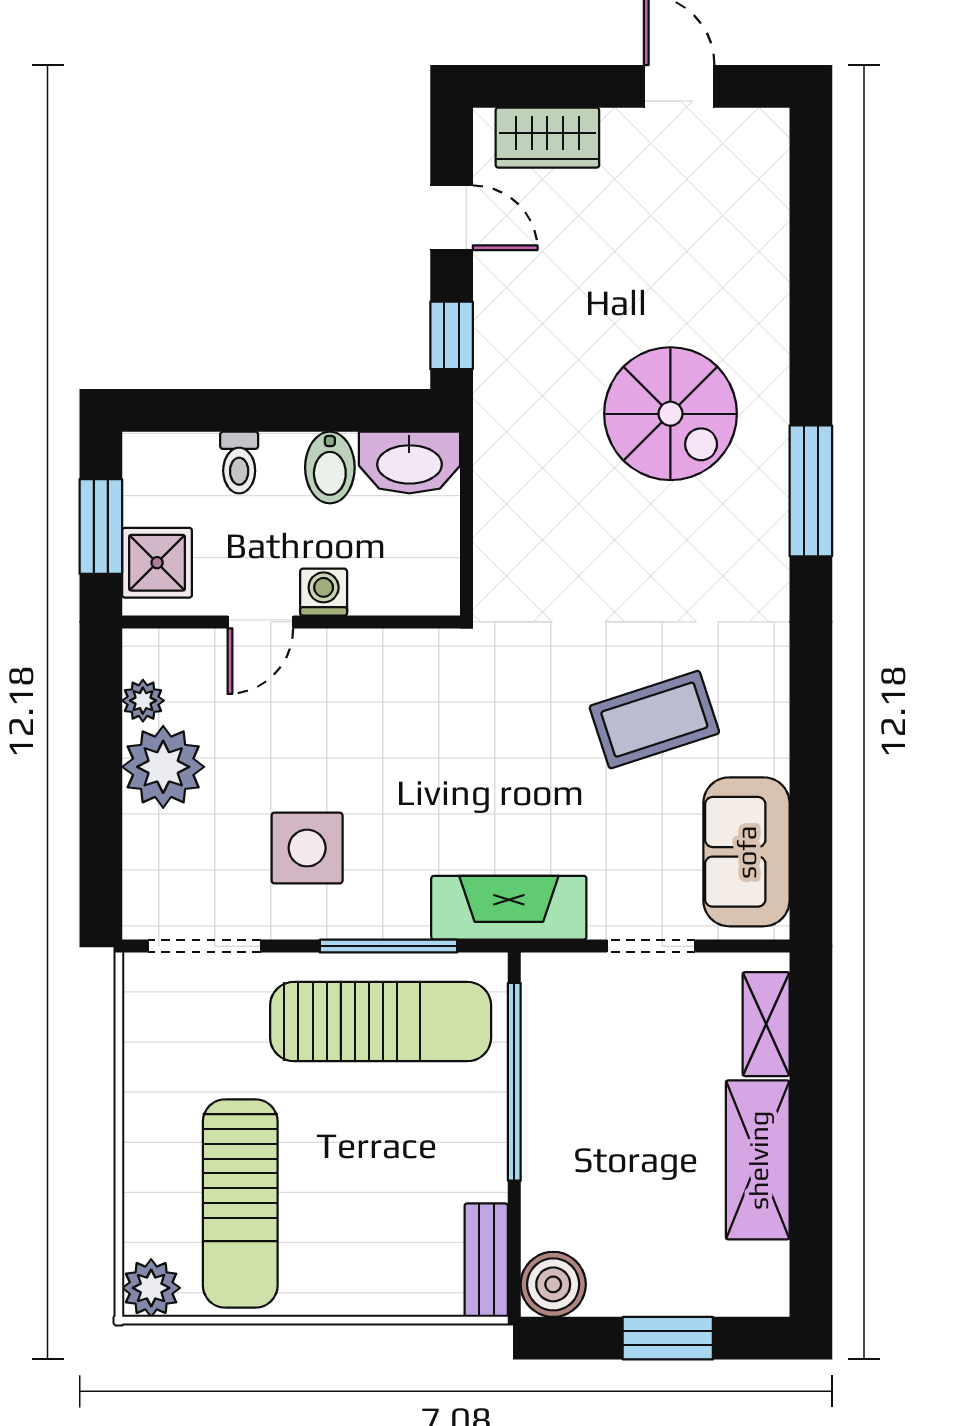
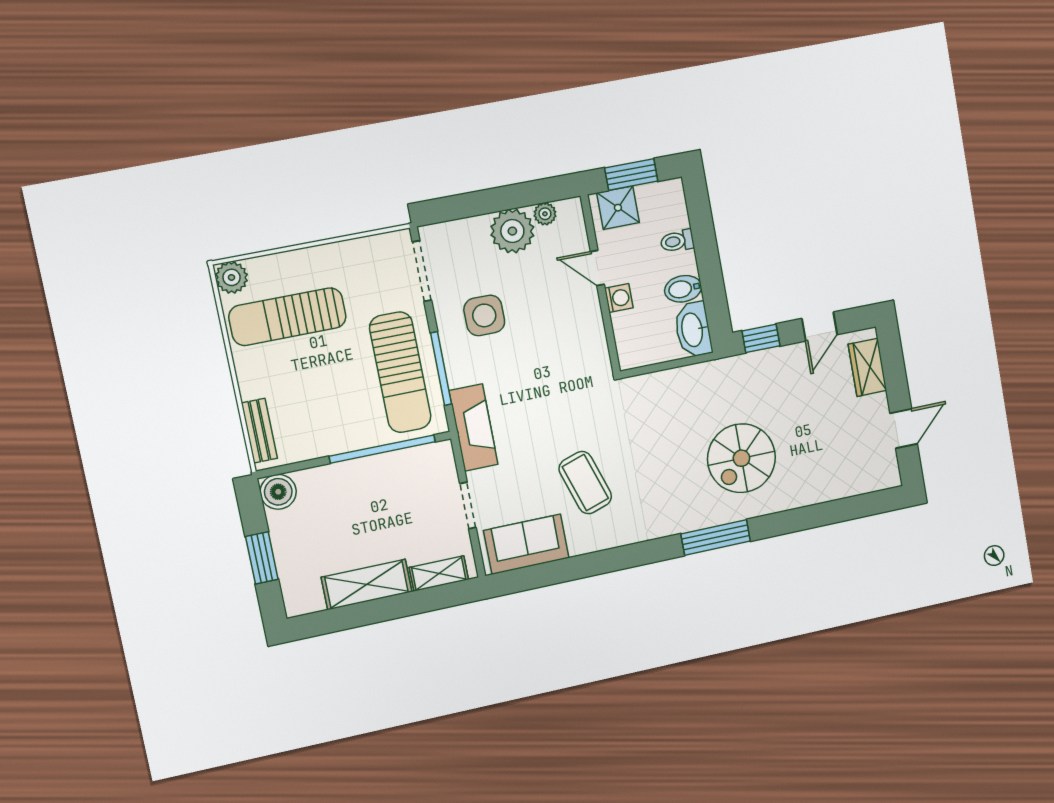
bench: (486, 1260) -> (259, 431), moved, turned 90

